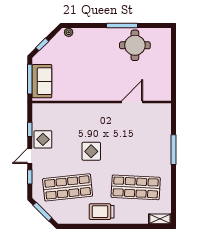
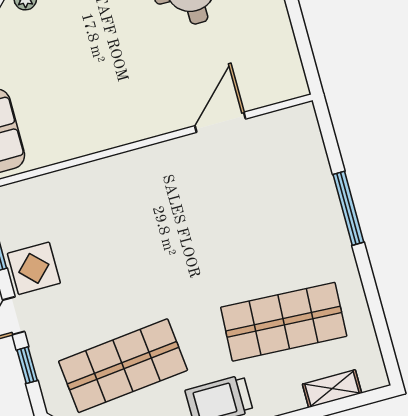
display table: (91, 151) -> (156, 265), removed
shelving: (160, 219) -> (332, 389), moved

